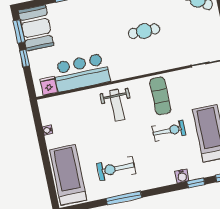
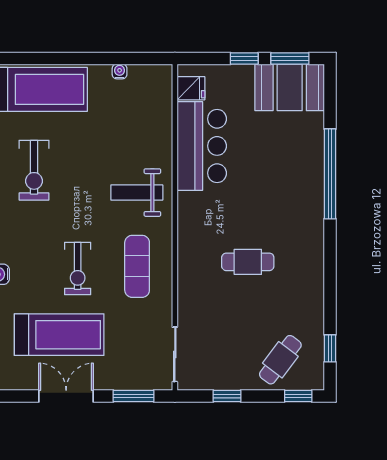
cafe table: (144, 31) -> (248, 262), turned 90
exercise mat: (160, 96) -> (137, 266), turned 90
exercise bike: (116, 168) -> (34, 170), turned 180

